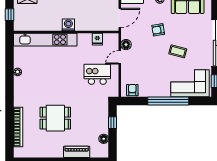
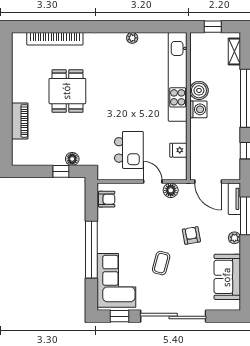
boiler: (55, 24) -> (199, 90), added
floor lamp: (104, 139) -> (72, 159), moved

